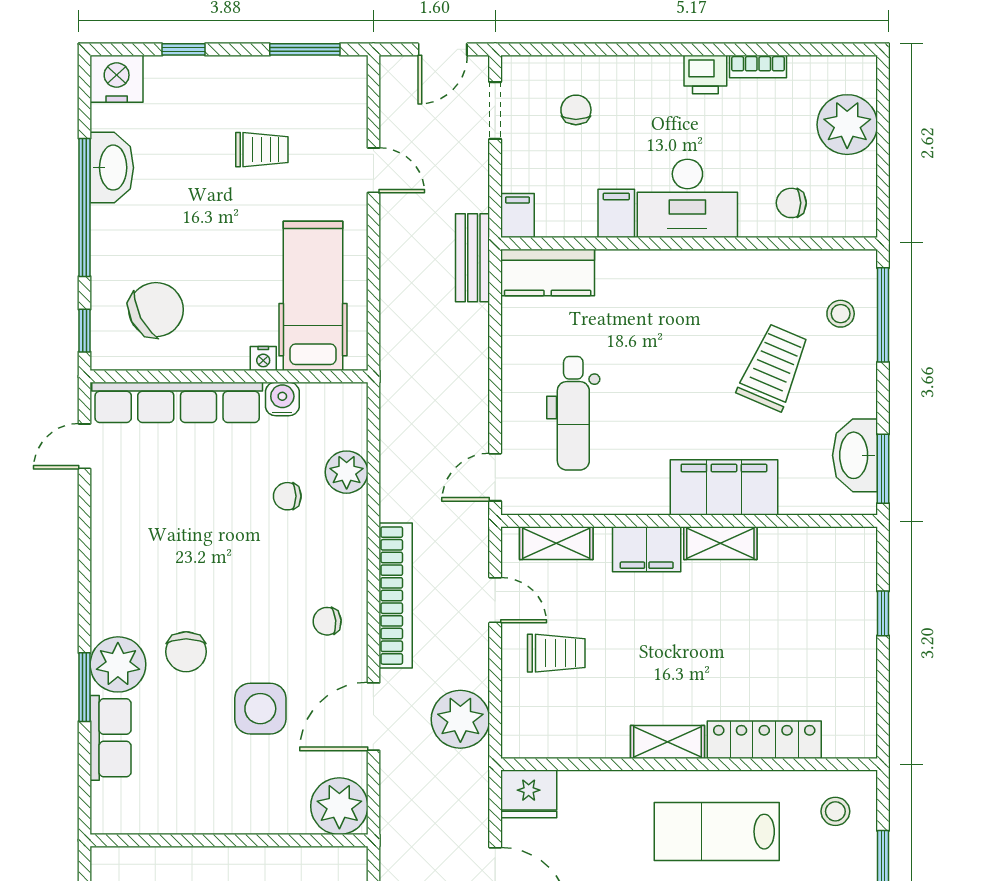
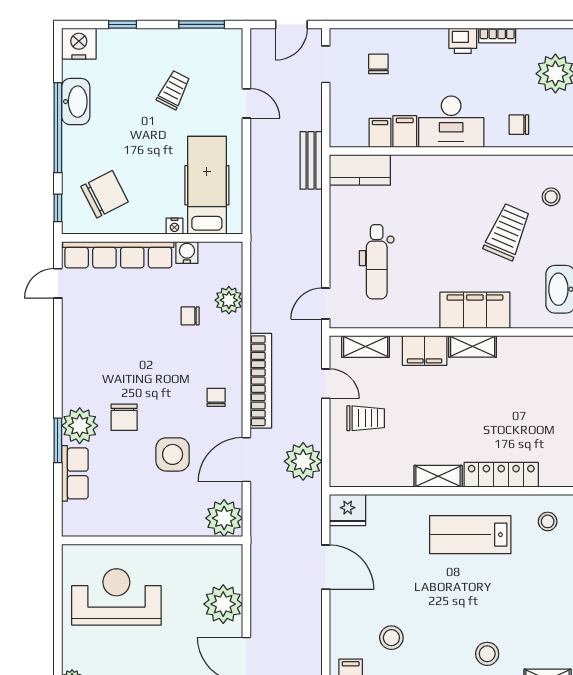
trolley: (262, 150) -> (174, 90), turned -63
filing cabinet: (517, 215) -> (380, 133), moved
chair: (327, 621) -> (216, 397), turned 95

